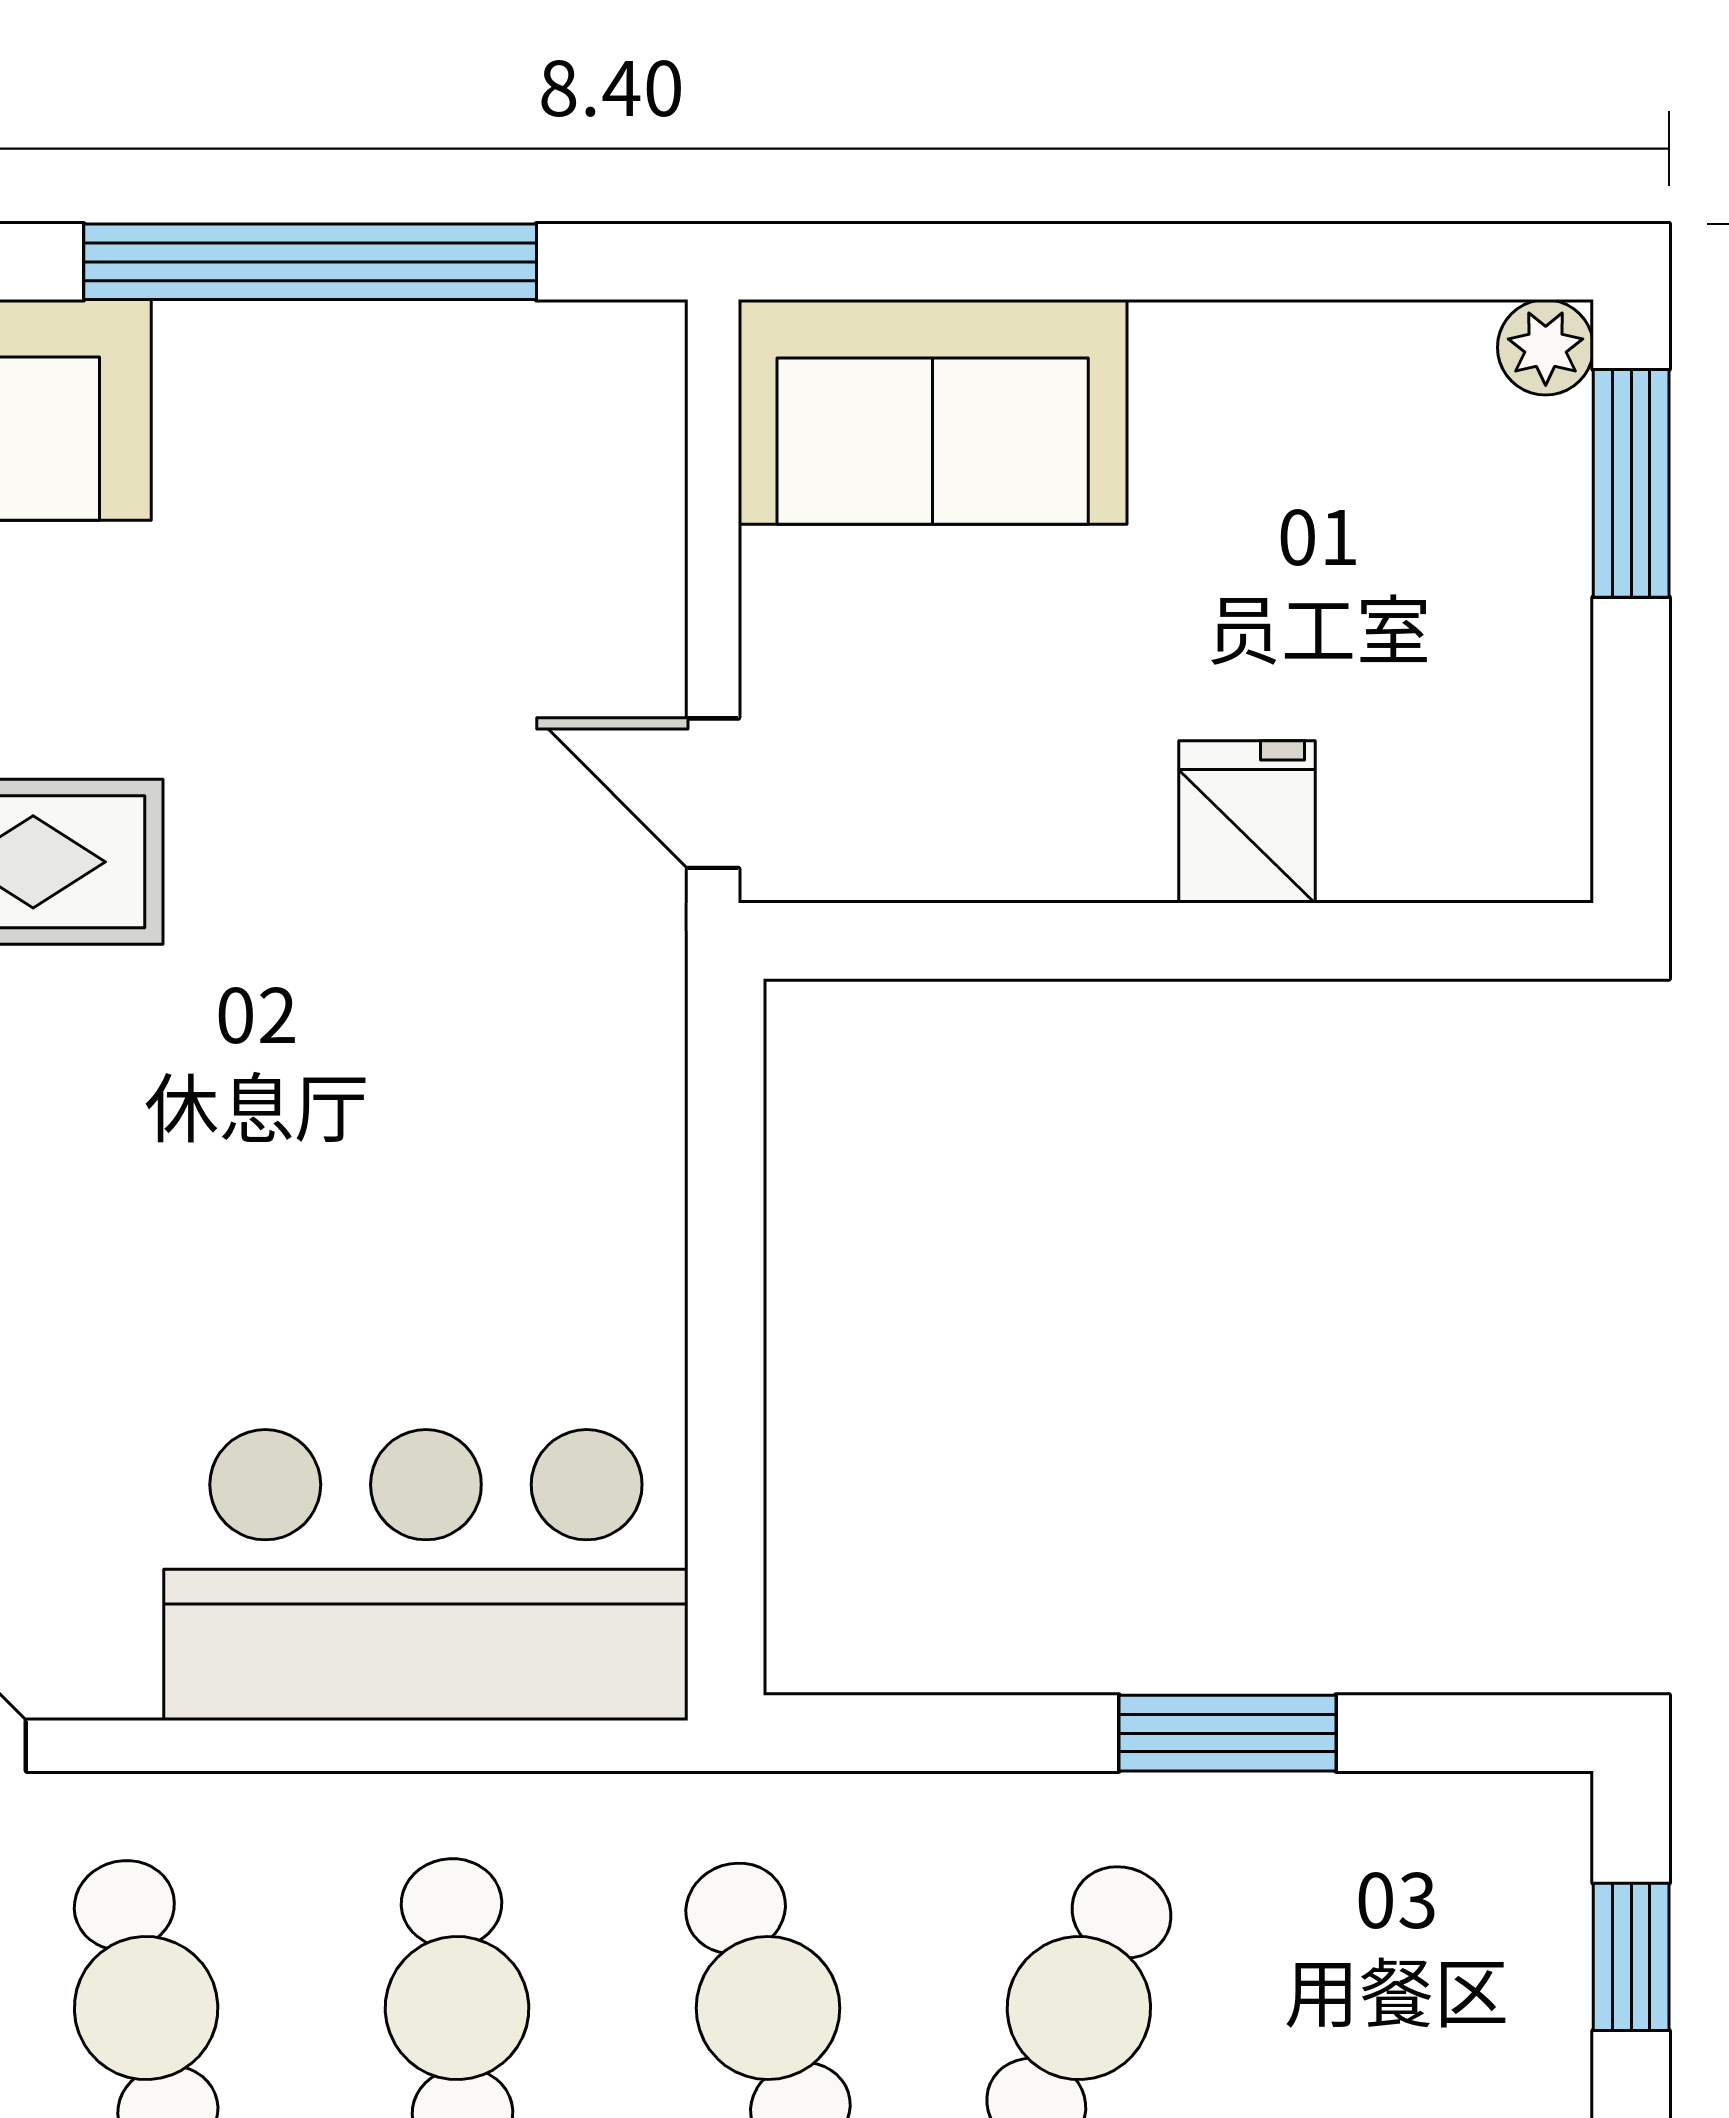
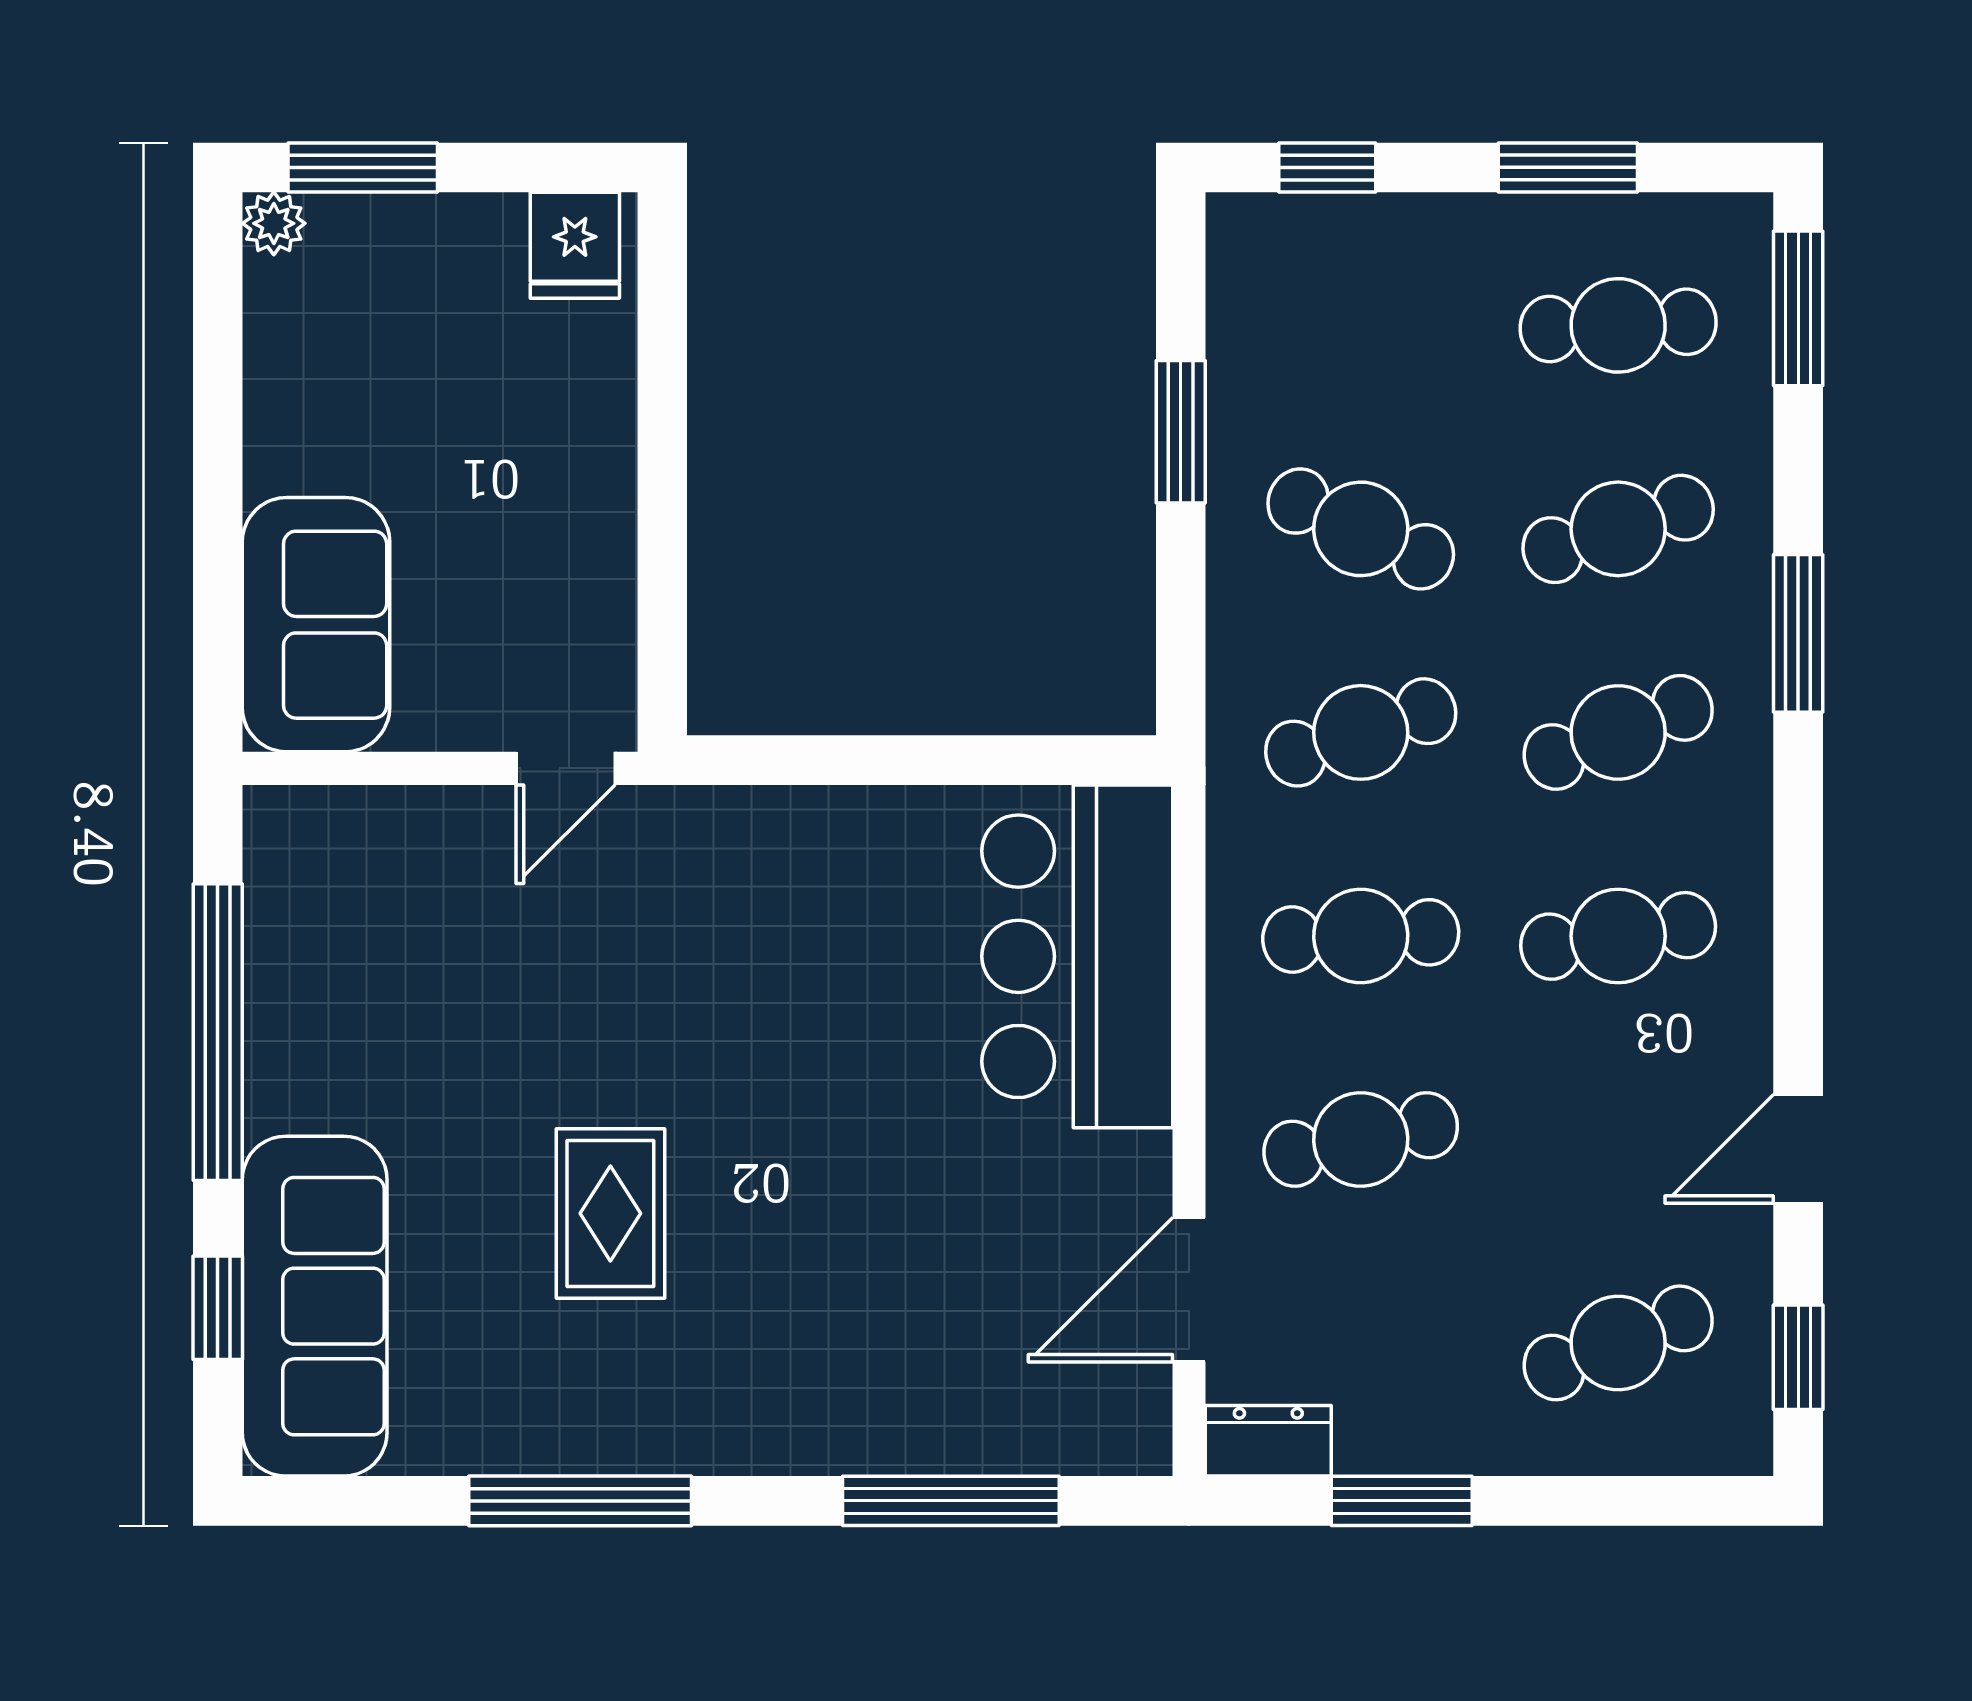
fridge: (1247, 822) -> (575, 245), moved, turned -90

